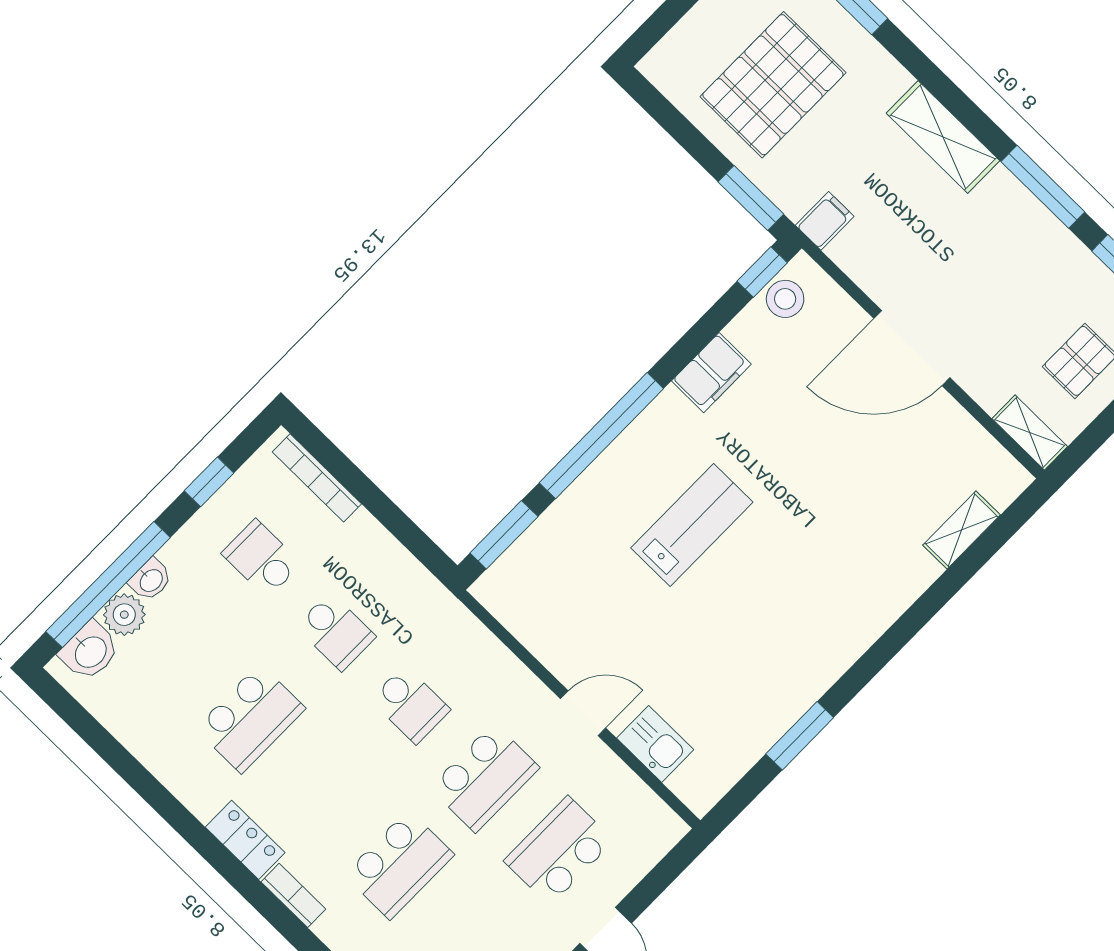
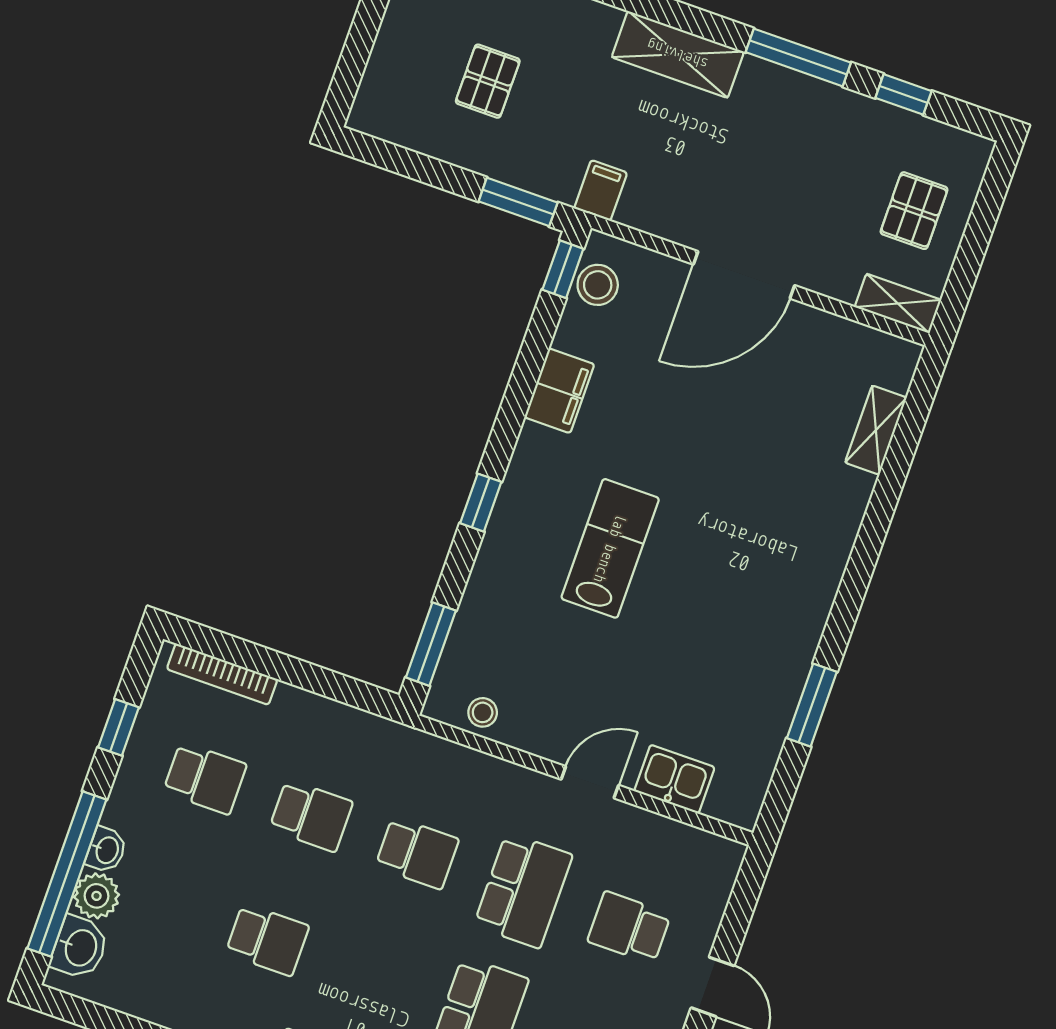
pallet: (773, 85) -> (488, 81), width x0.49, depth x0.50
window: (601, 436) -> (481, 503), width x0.32
school desk: (262, 558) -> (205, 778), turned 180
stool: (520, 612) -> (483, 712), added
school desk: (250, 719) -> (267, 940), width x0.54
school desk: (559, 851) -> (629, 928), width x0.54

